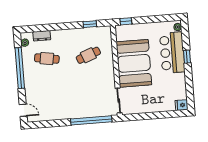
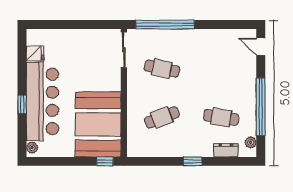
window: (90, 24) -> (193, 161), moved
bar counter: (172, 53) -> (42, 101), width x1.36
booth: (134, 63) -> (98, 124), moved
cafe table: (91, 89) -> (162, 69), added
fridge: (182, 105) -> (35, 53), moved

